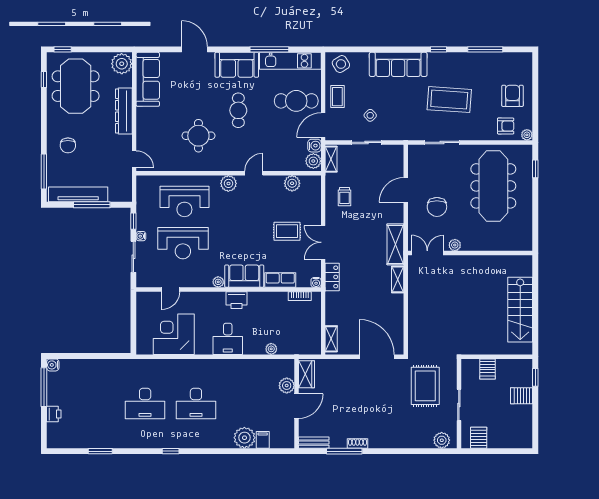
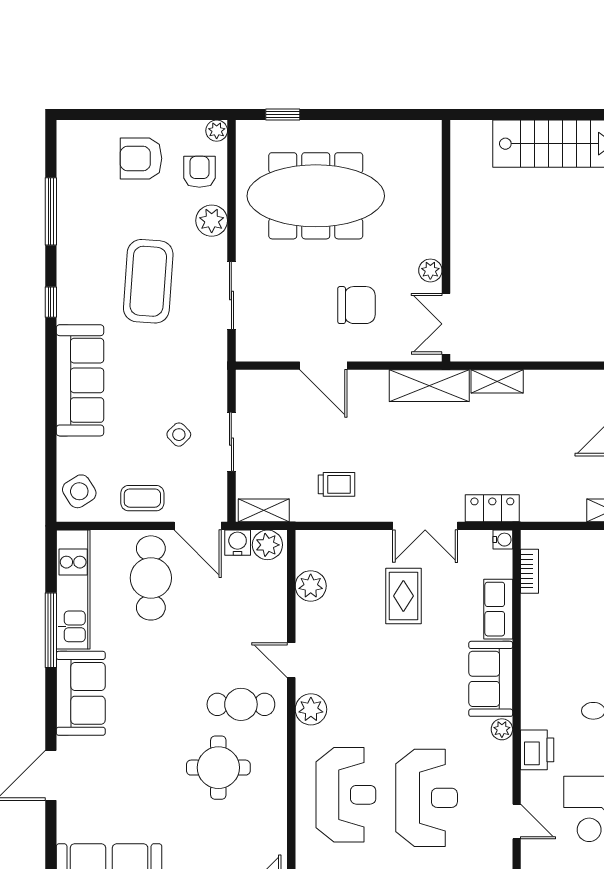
cafe table: (238, 110) -> (241, 704), moved
plant: (481, 132) -> (212, 221), added
printer: (236, 300) -> (537, 750), moved

